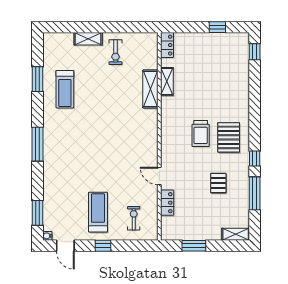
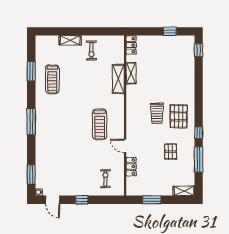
treadmill: (98, 212) -> (100, 124), moved, turned 180

